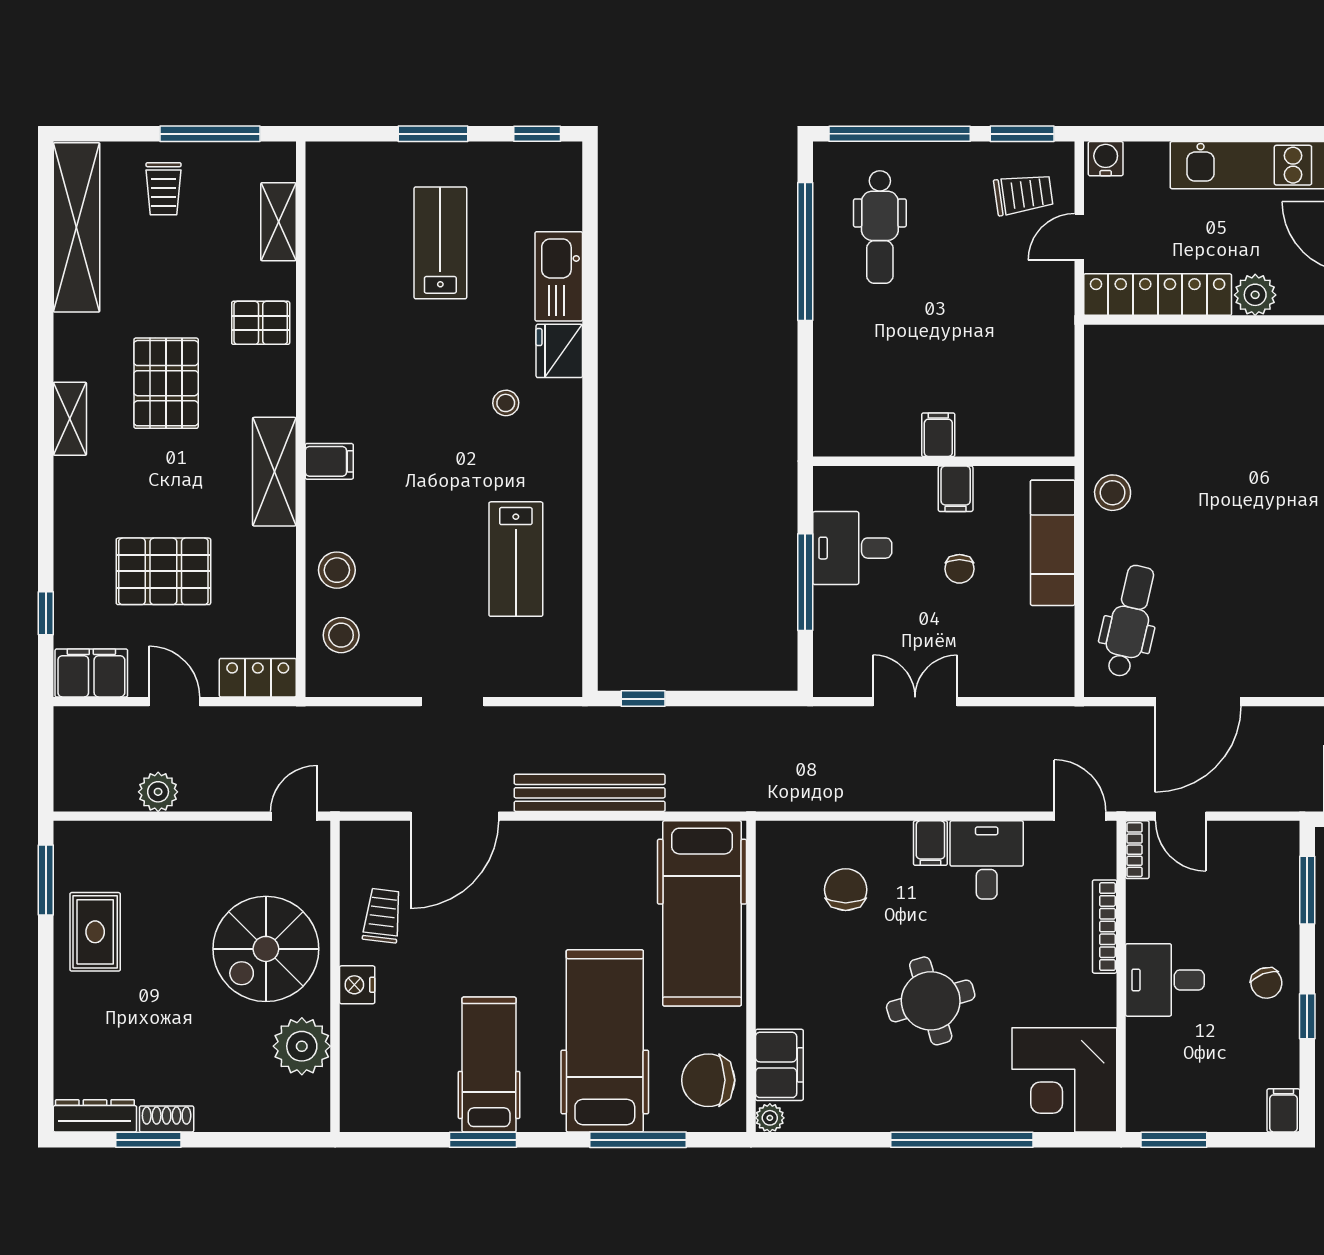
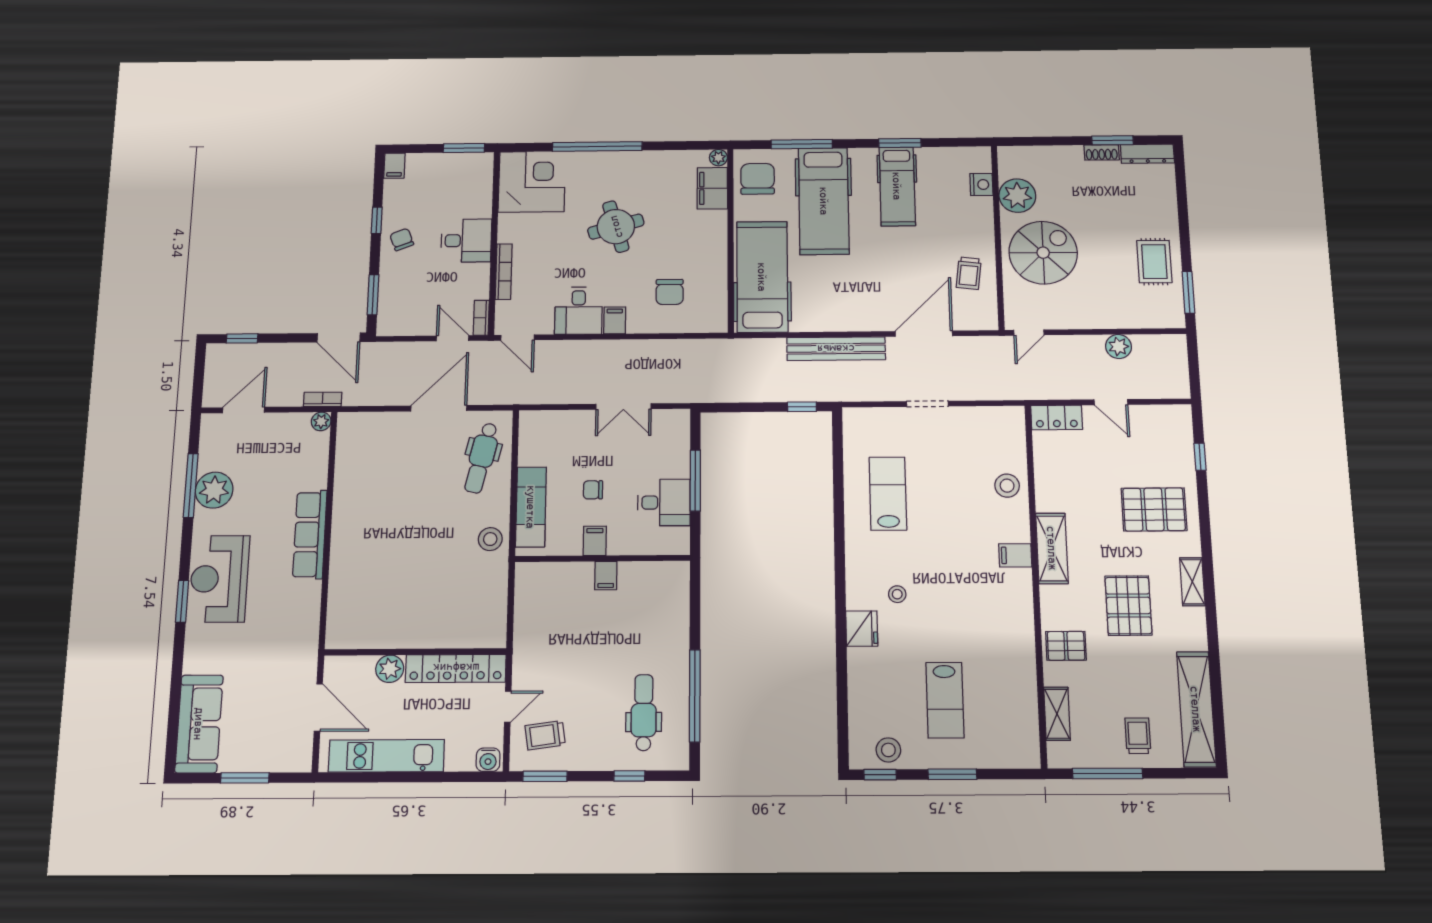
window: (900, 134) -> (629, 776), width x0.32
kitchen sink: (559, 276) -> (863, 678), removed
chair: (959, 569) -> (593, 490), turned -90
pallet: (163, 571) -> (1154, 509), moved
stool: (341, 635) -> (888, 750), moved
filing cabinet: (91, 673) -> (1167, 419), removed
nightstand: (357, 985) -> (981, 184), moved
chair: (708, 1080) -> (758, 179), turned -90

